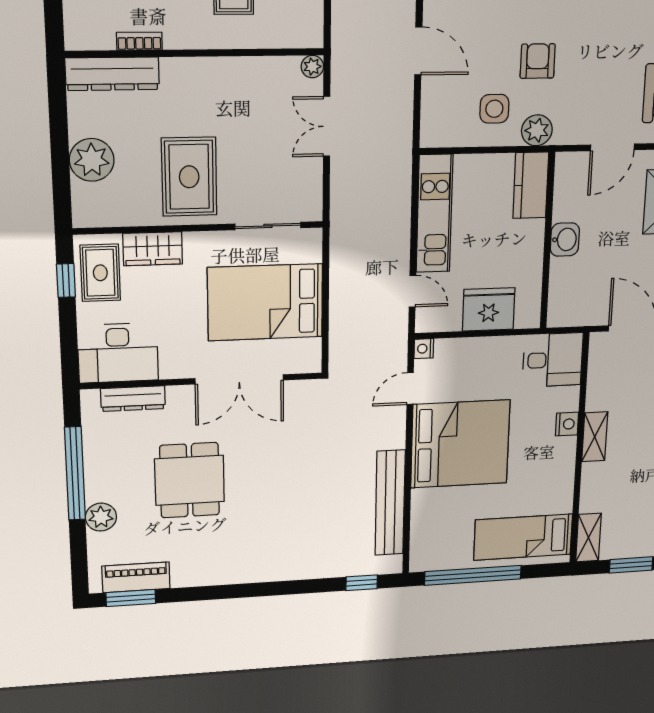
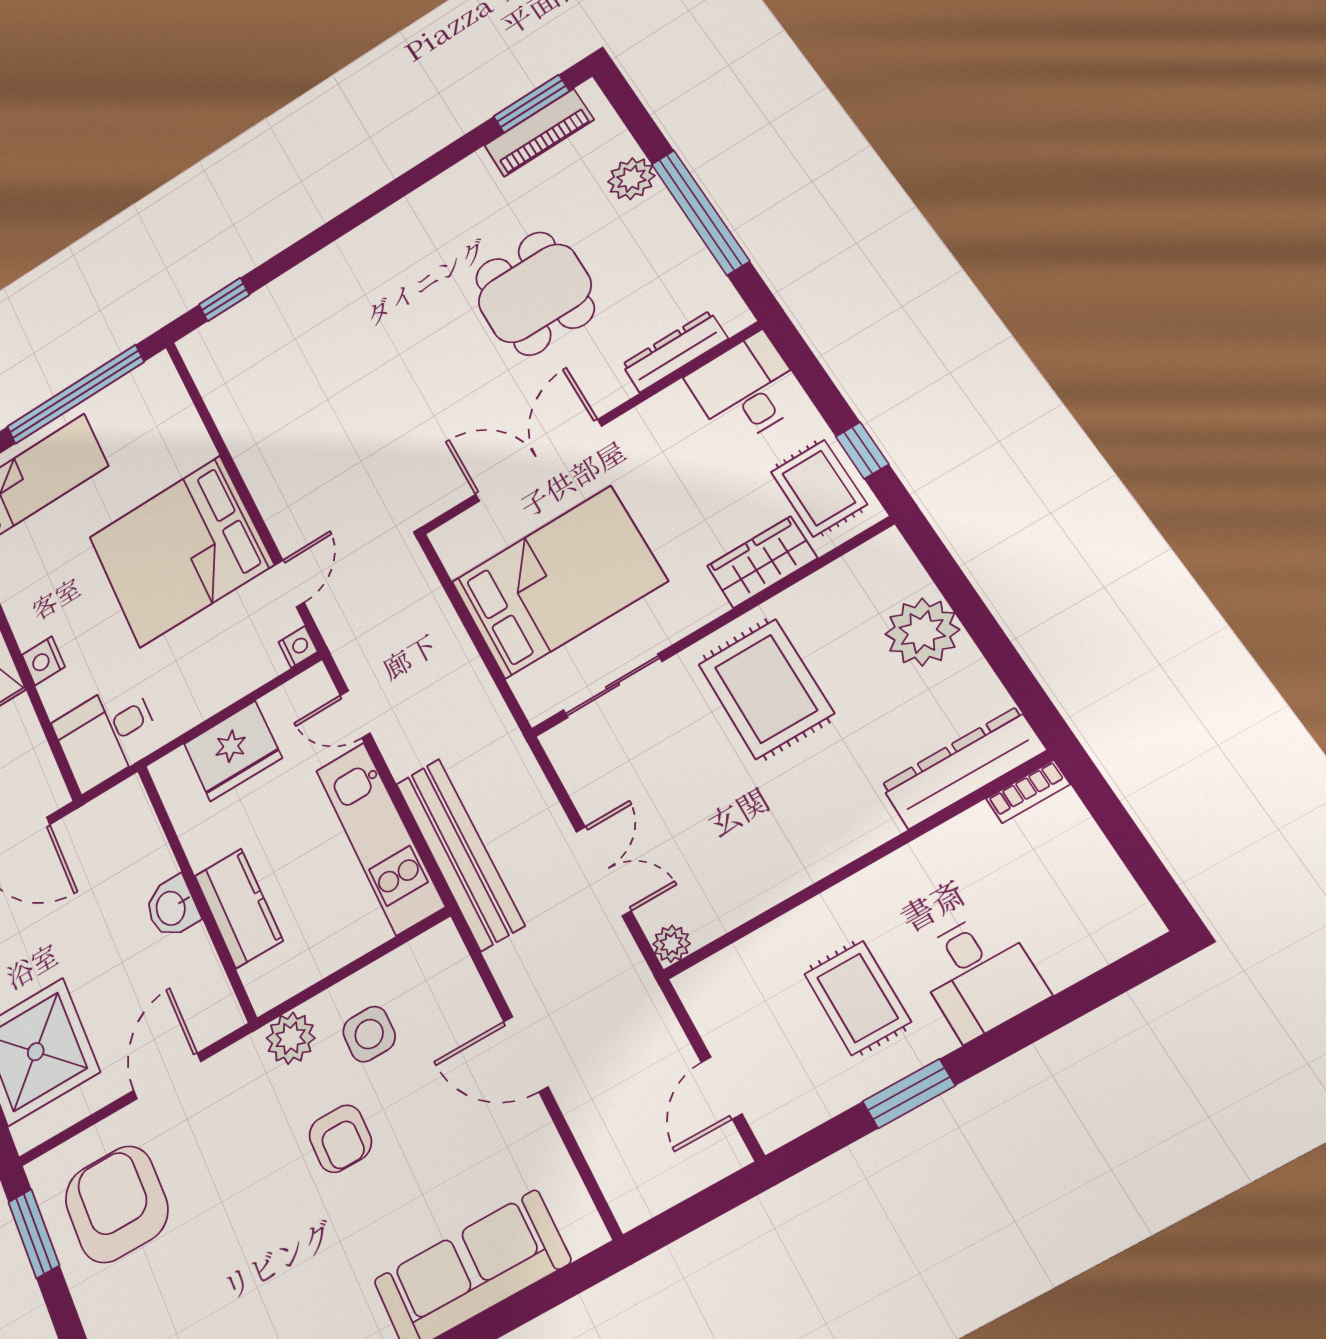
bookcase: (139, 41) -> (1028, 792), moved
kitchen counter: (531, 185) -> (239, 908), moved
desk: (118, 353) -> (746, 389), width x0.73
bench: (390, 503) -> (459, 854), moved

